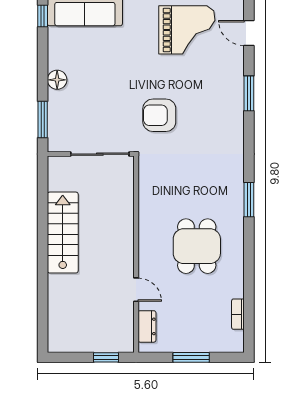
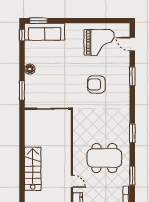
armchair: (159, 115) -> (96, 84), moved
stairs: (63, 233) -> (33, 169), moved
dining table: (197, 246) -> (104, 158), width x1.38
window: (249, 279) -> (132, 176), added

